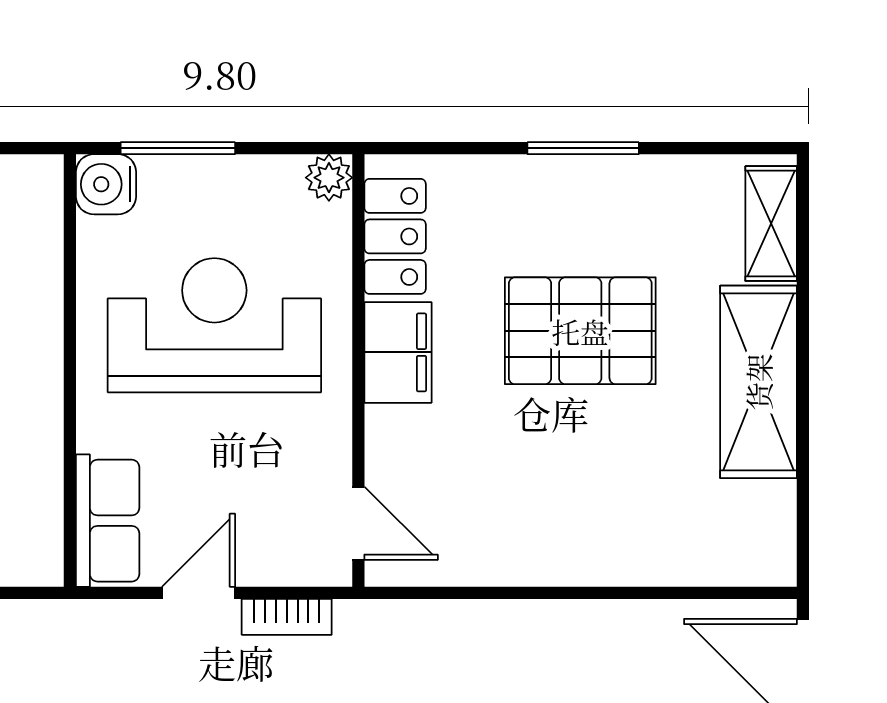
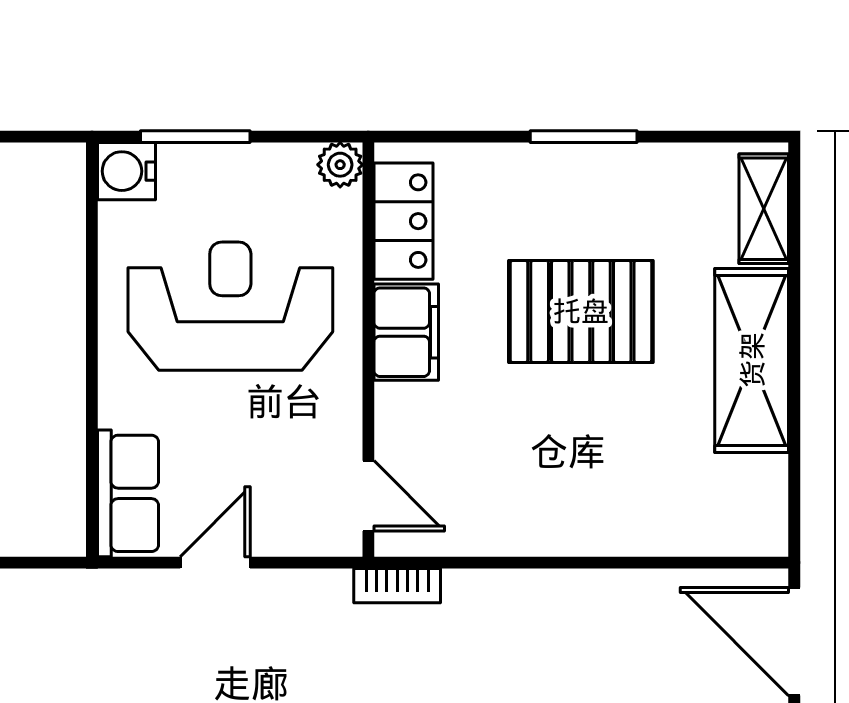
bookcase: (287, 617) -> (397, 586), moved

